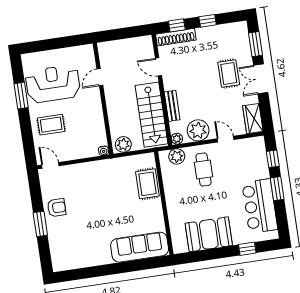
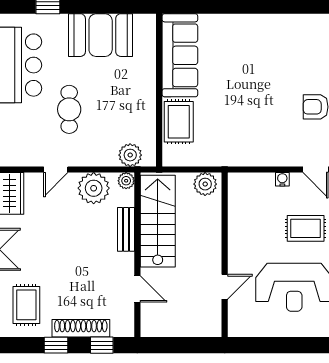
shoe rack: (176, 37) -> (81, 328), moved
rug: (229, 74) -> (26, 305), moved
door: (226, 139) -> (56, 170), hinge flipped
water cooler: (103, 151) -> (282, 179), moved
cafe table: (203, 169) -> (69, 109), moved
sofa: (140, 247) -> (180, 55), moved, turned -90

